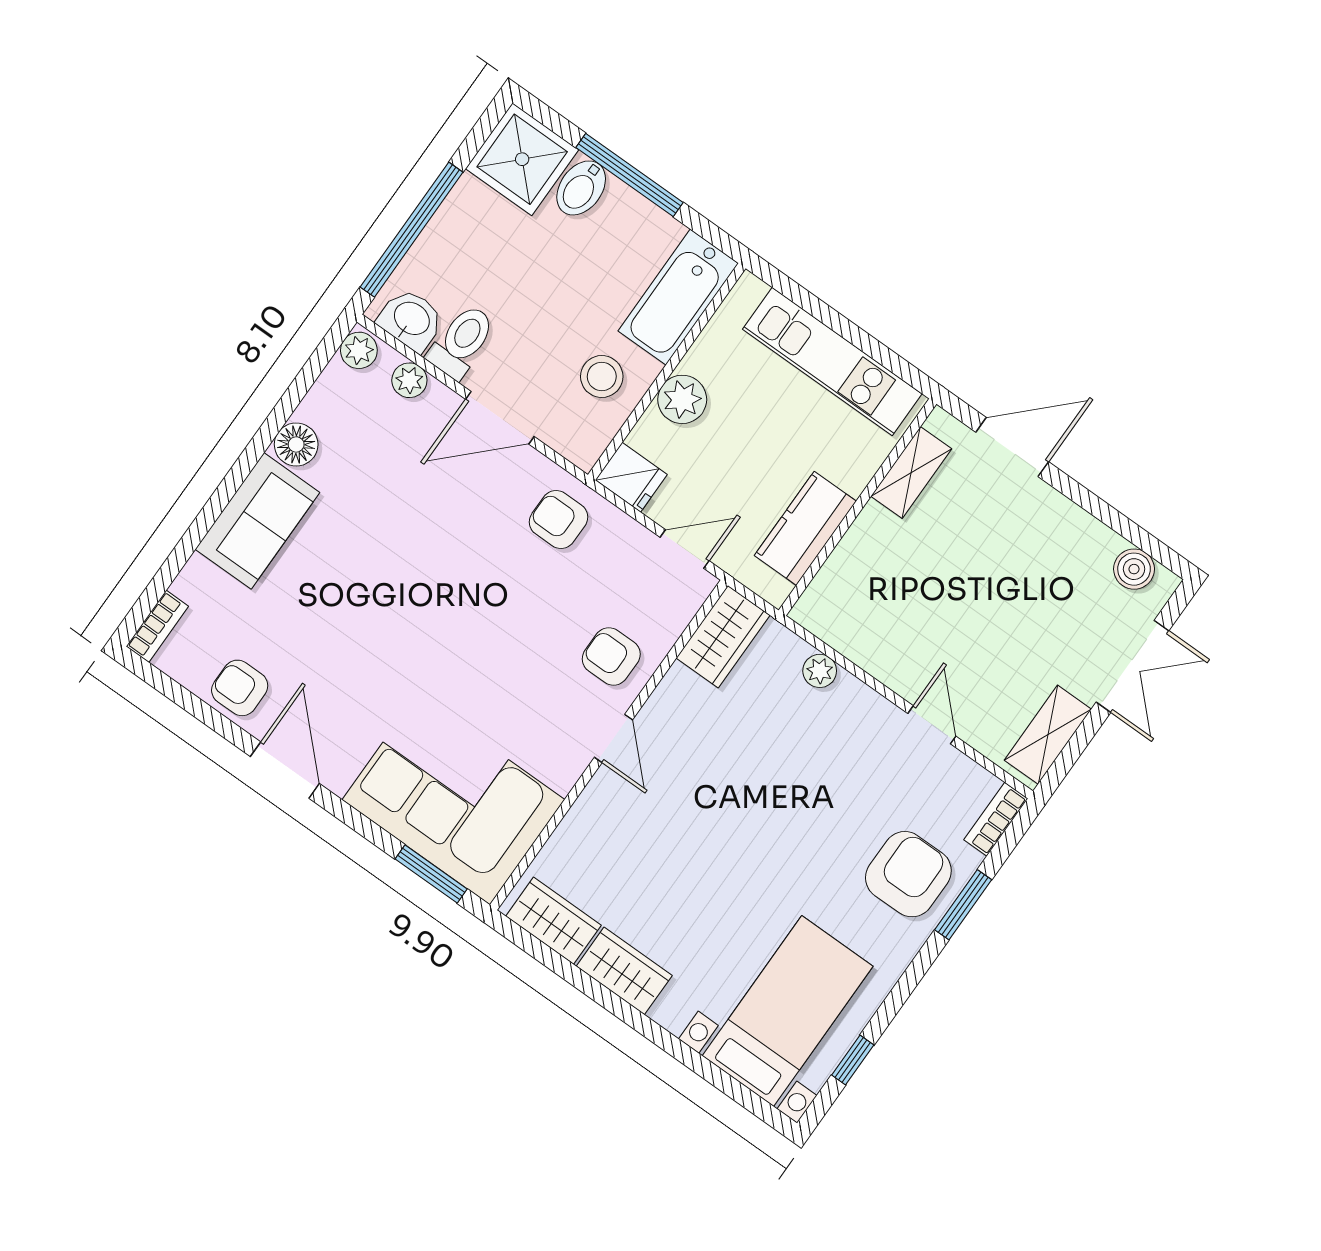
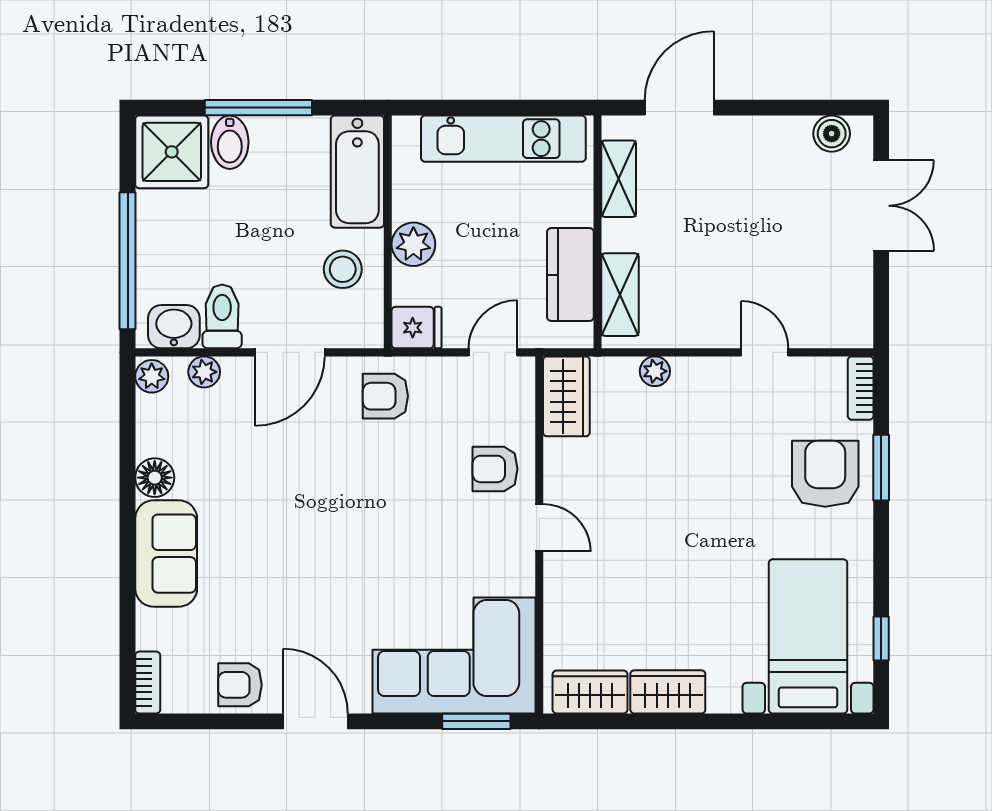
shelving: (1048, 735) -> (620, 295), moved

